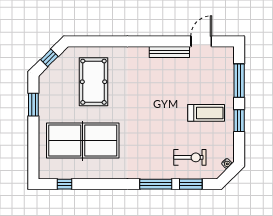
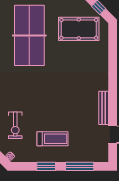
pool table: (93, 82) -> (79, 29), moved
treadmill: (206, 113) -> (52, 139), turned -90

